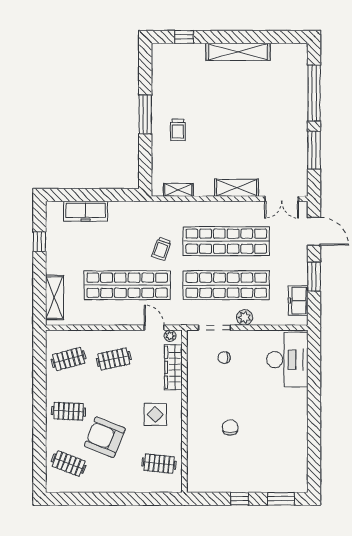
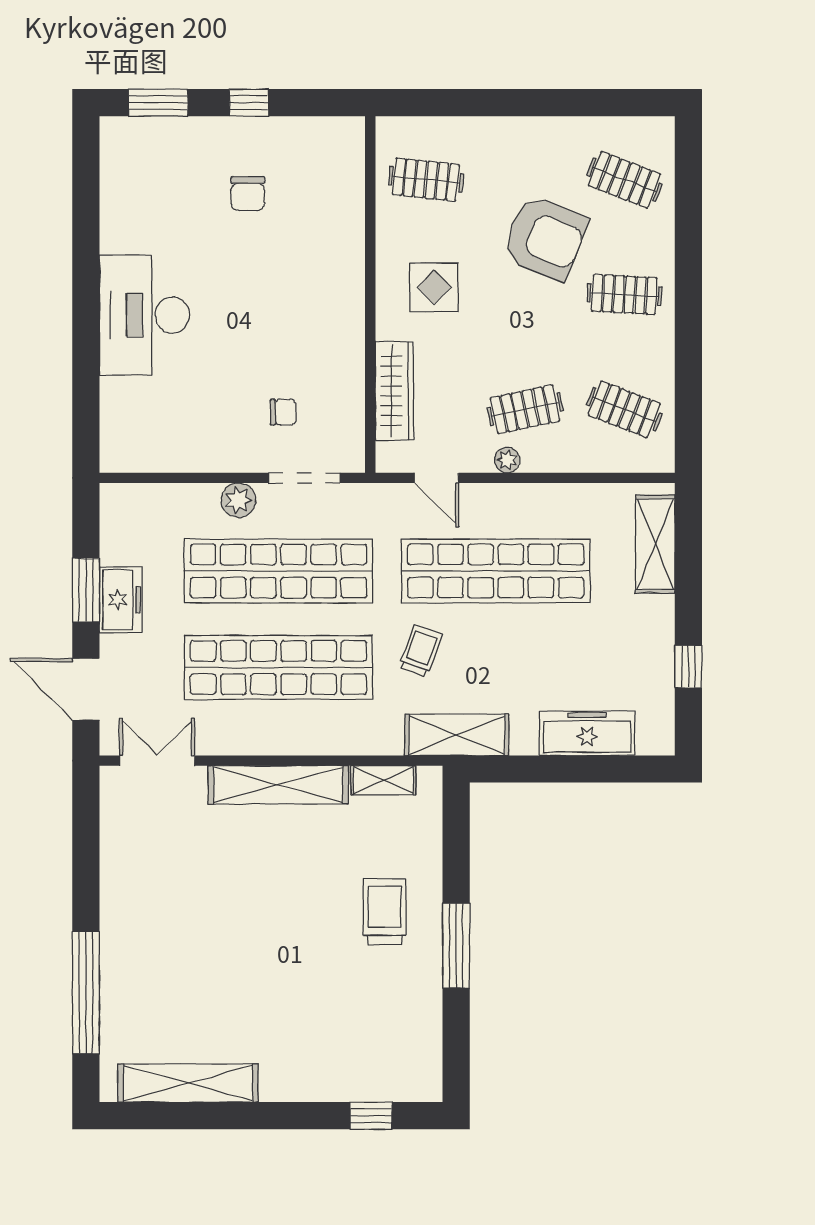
shelving: (238, 52) -> (188, 1083), moved
trolley: (178, 130) -> (385, 912), width x1.36, depth x1.39
window: (314, 150) -> (86, 867), removed
shelving: (236, 188) -> (278, 785), width x1.47
shelving: (145, 211) -> (457, 735), added
freezer: (298, 301) -> (121, 600), moved
plant: (170, 336) -> (507, 460), moved
clothes rail: (69, 359) -> (624, 409), turned 36
desk: (287, 360) -> (144, 315), moved
chair: (230, 427) -> (248, 194), moved

